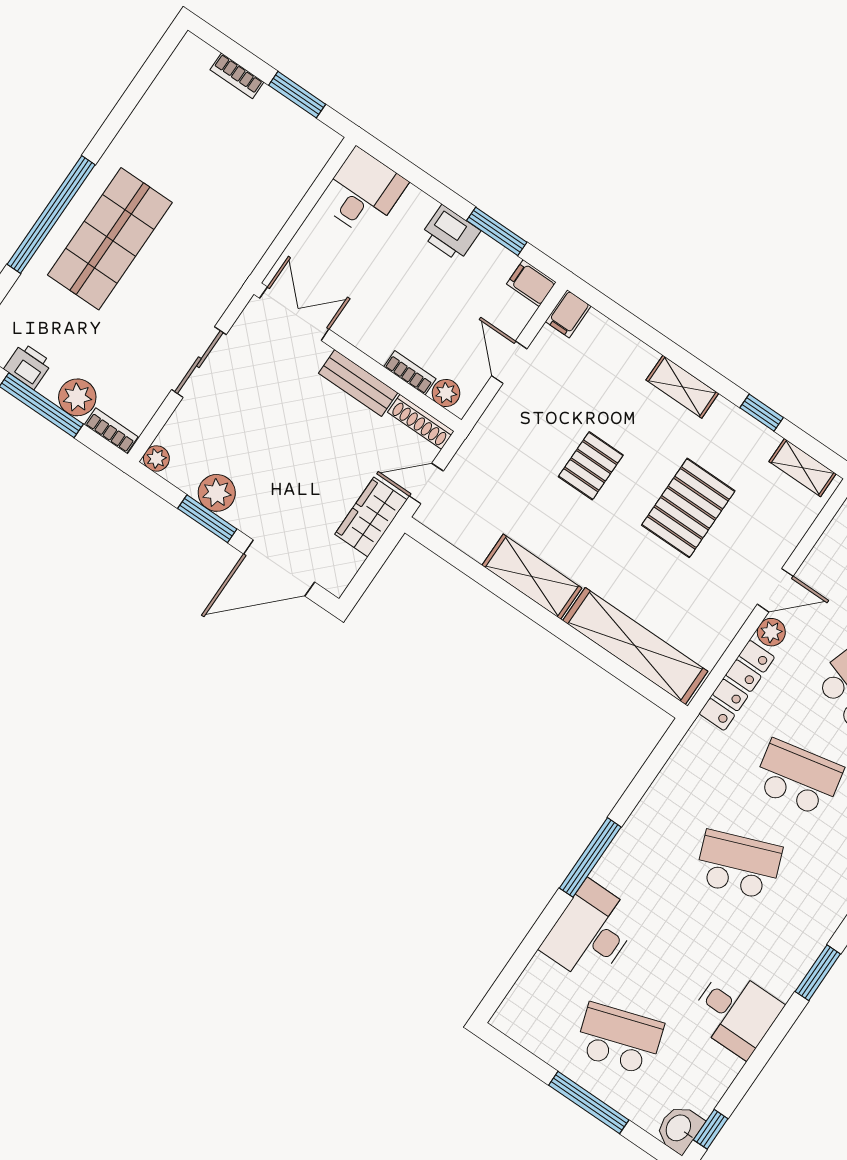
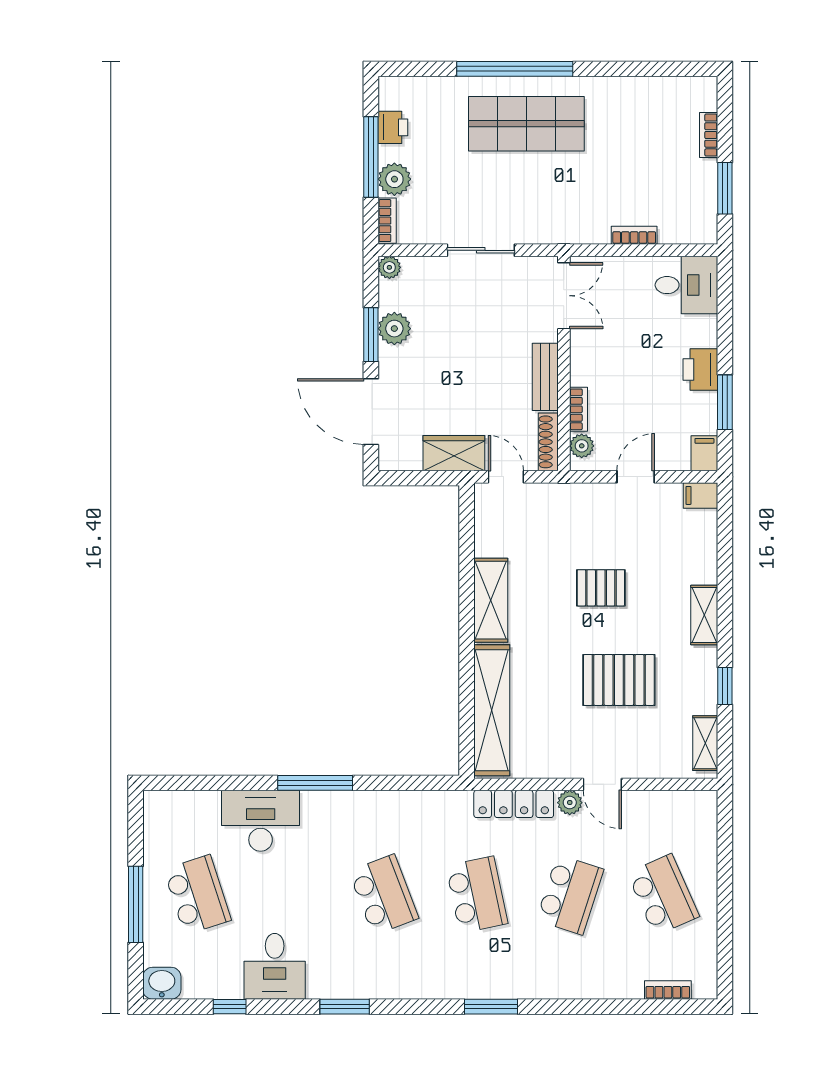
bookcase: (283, 209) -> (634, 235), added
window: (711, 1129) -> (230, 1007), moved

